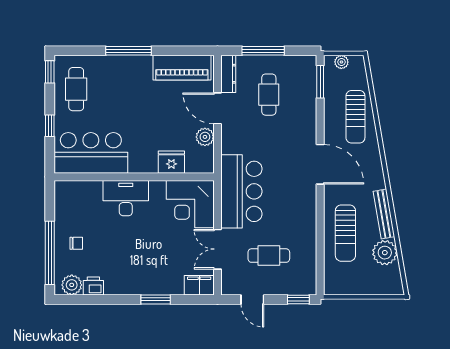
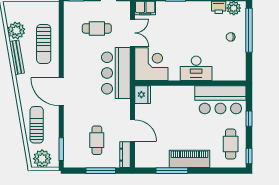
window: (129, 51) -> (172, 171), moved
plant: (341, 62) -> (42, 159), width x1.87, depth x1.87
piano: (182, 68) -> (189, 159), moved
plant: (205, 137) -> (141, 111), removed
fridge: (171, 162) -> (143, 95), moved, turned -90
sun lounger: (345, 233) -> (44, 44), turned 180

